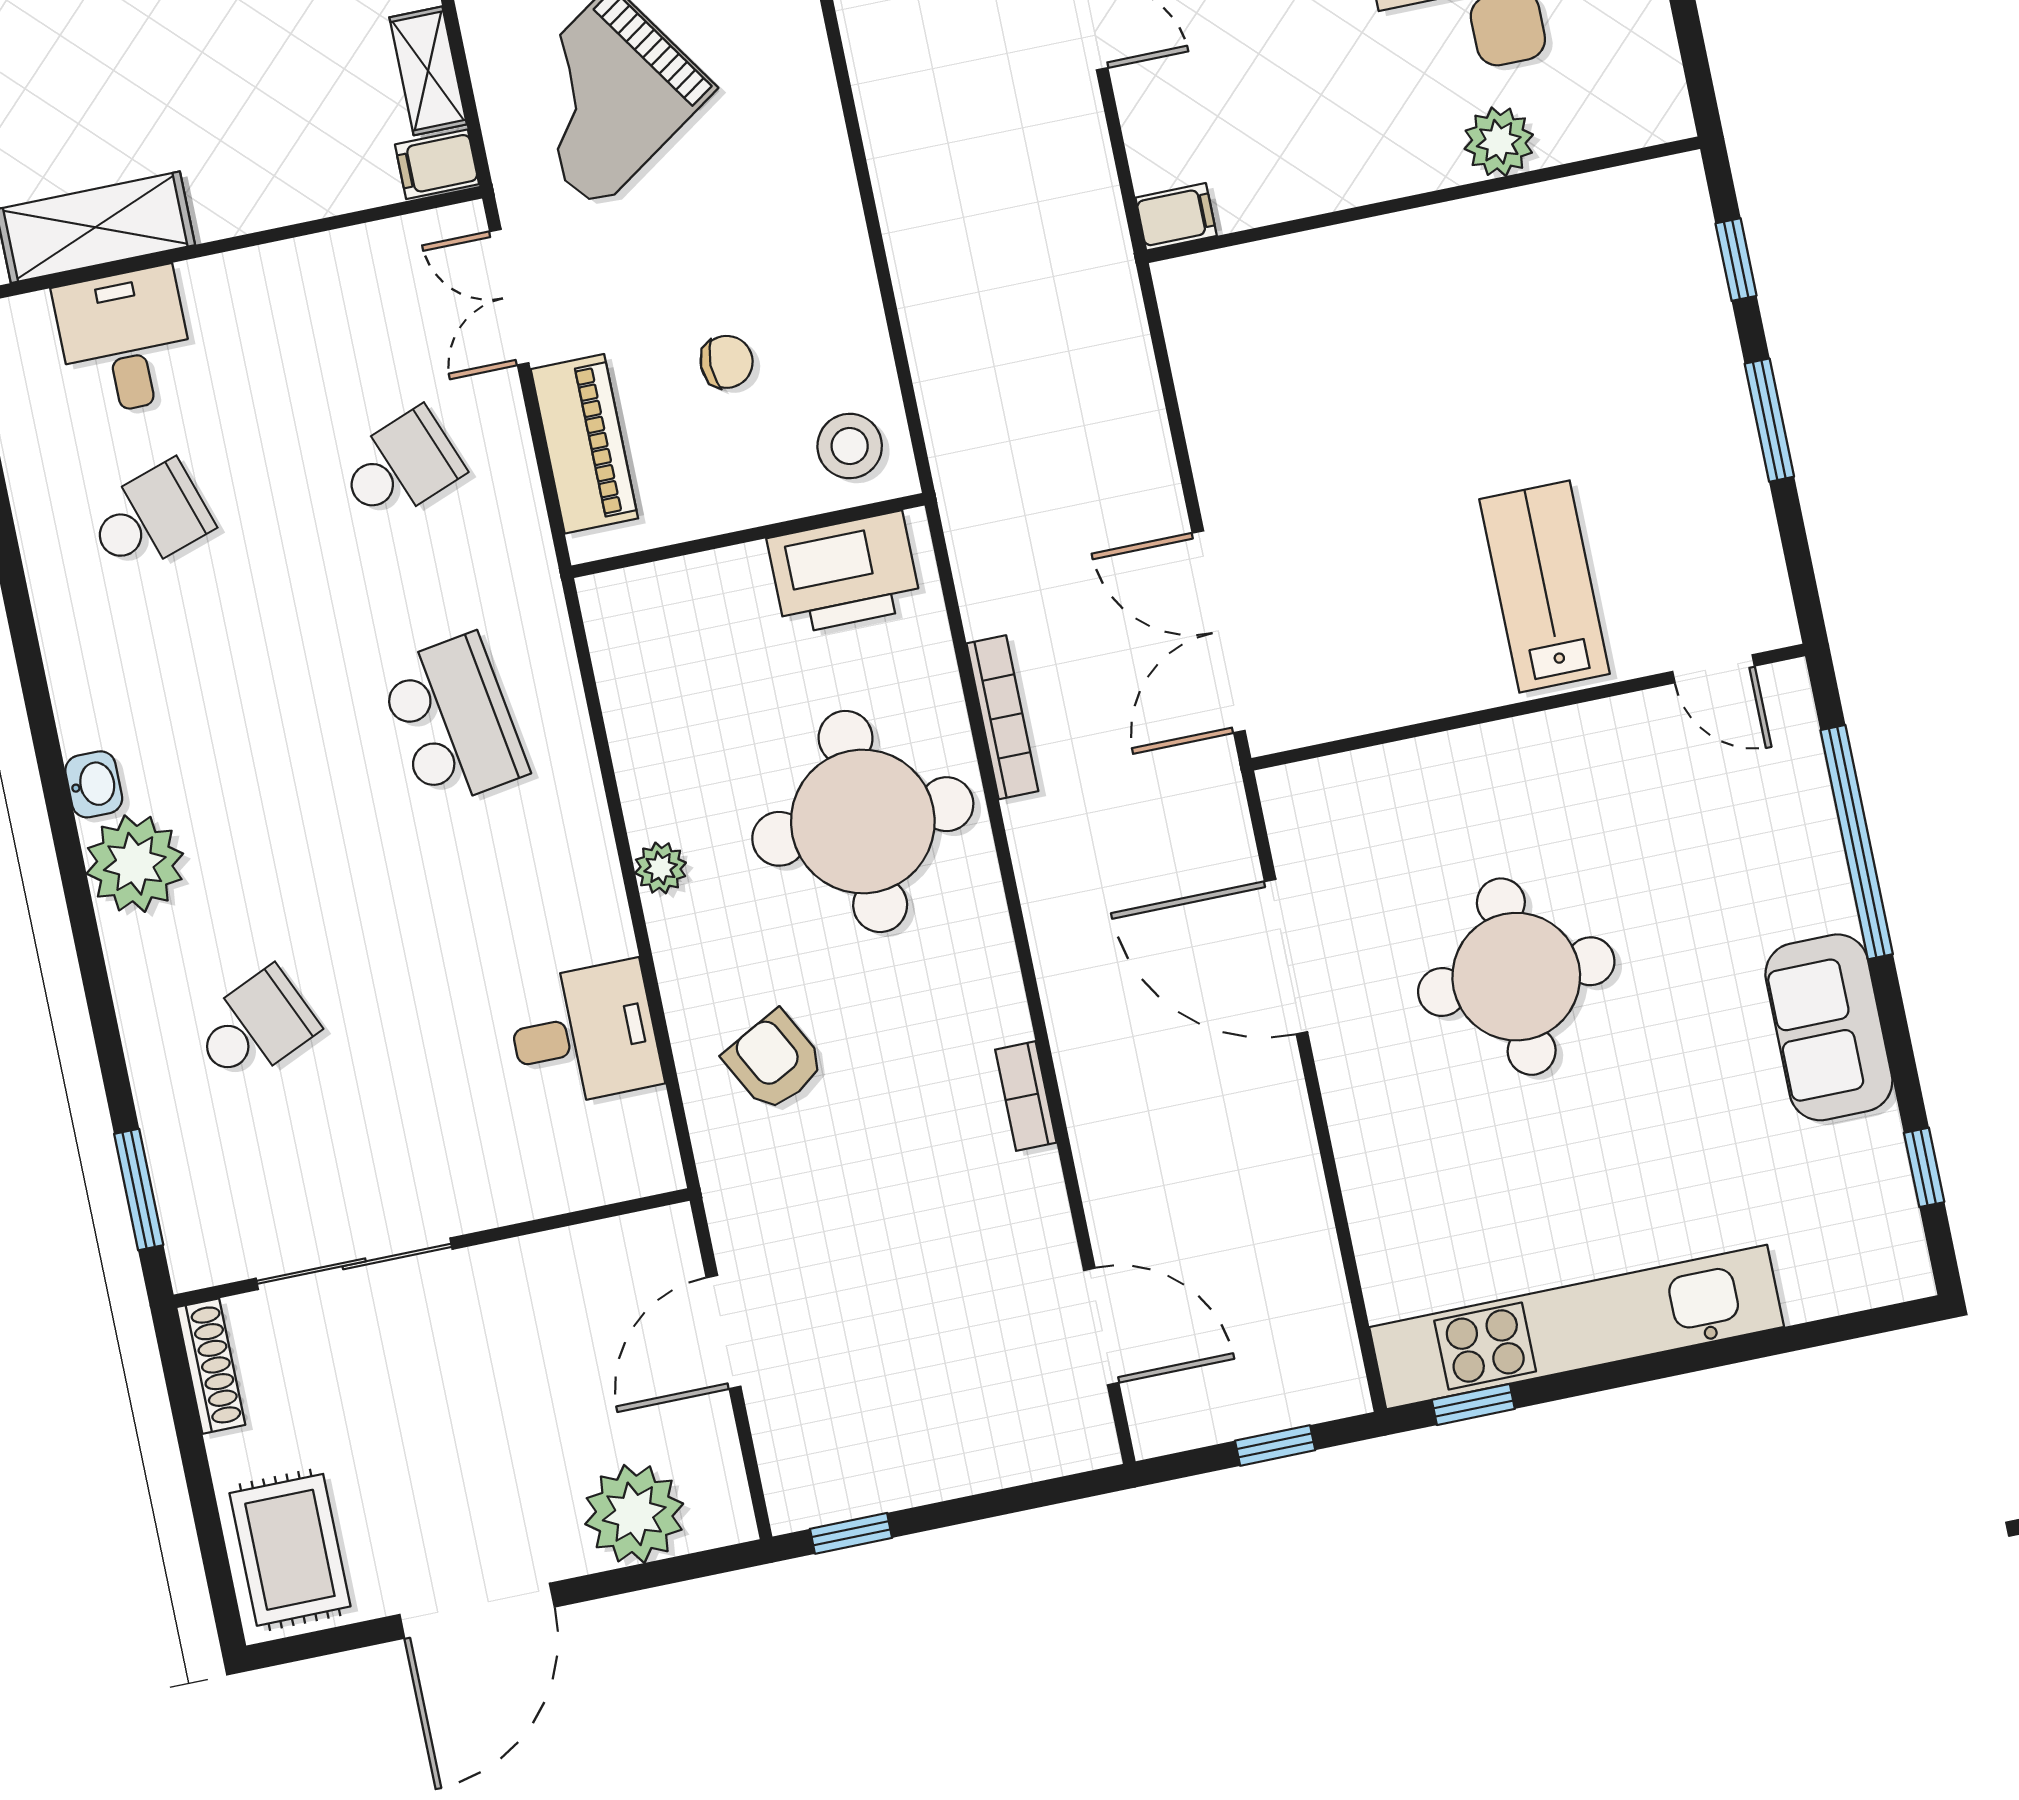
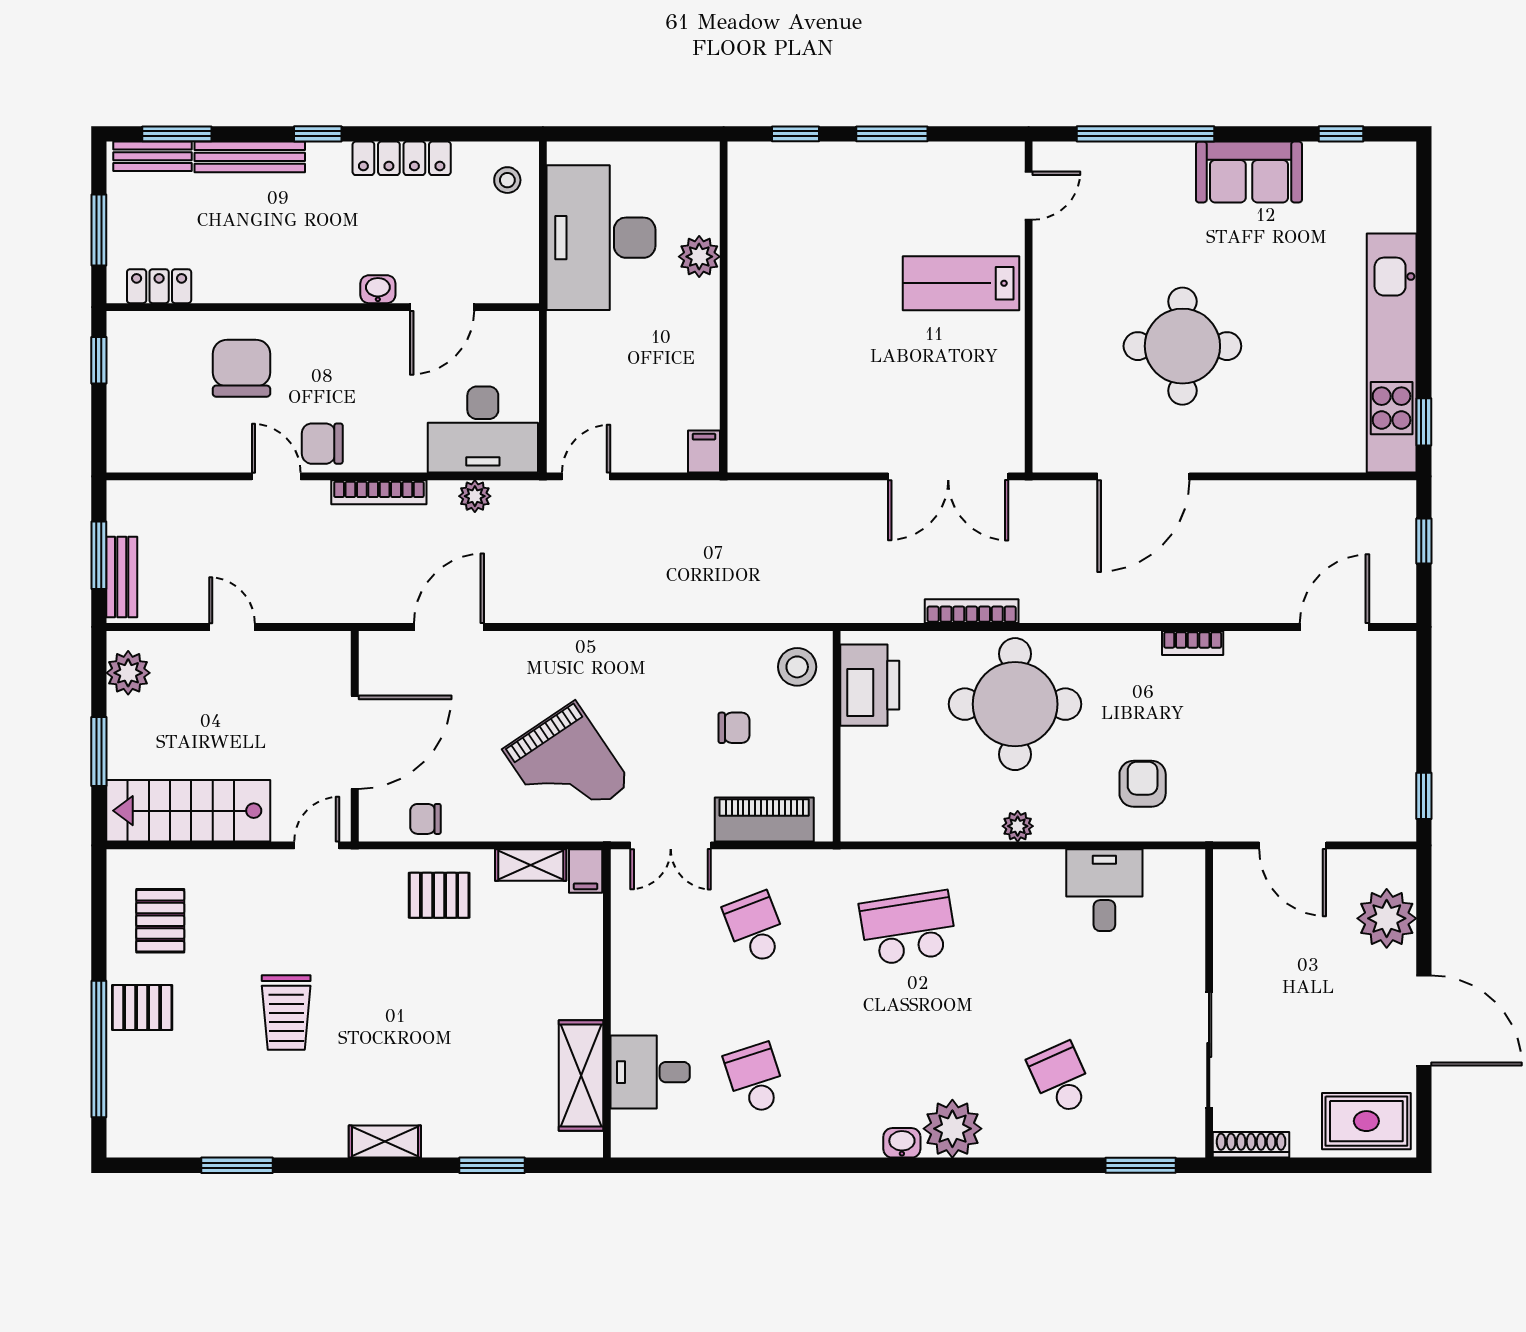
chair: (727, 362) -> (734, 728), turned 90
armchair: (774, 1061) -> (1143, 784), turned 118

